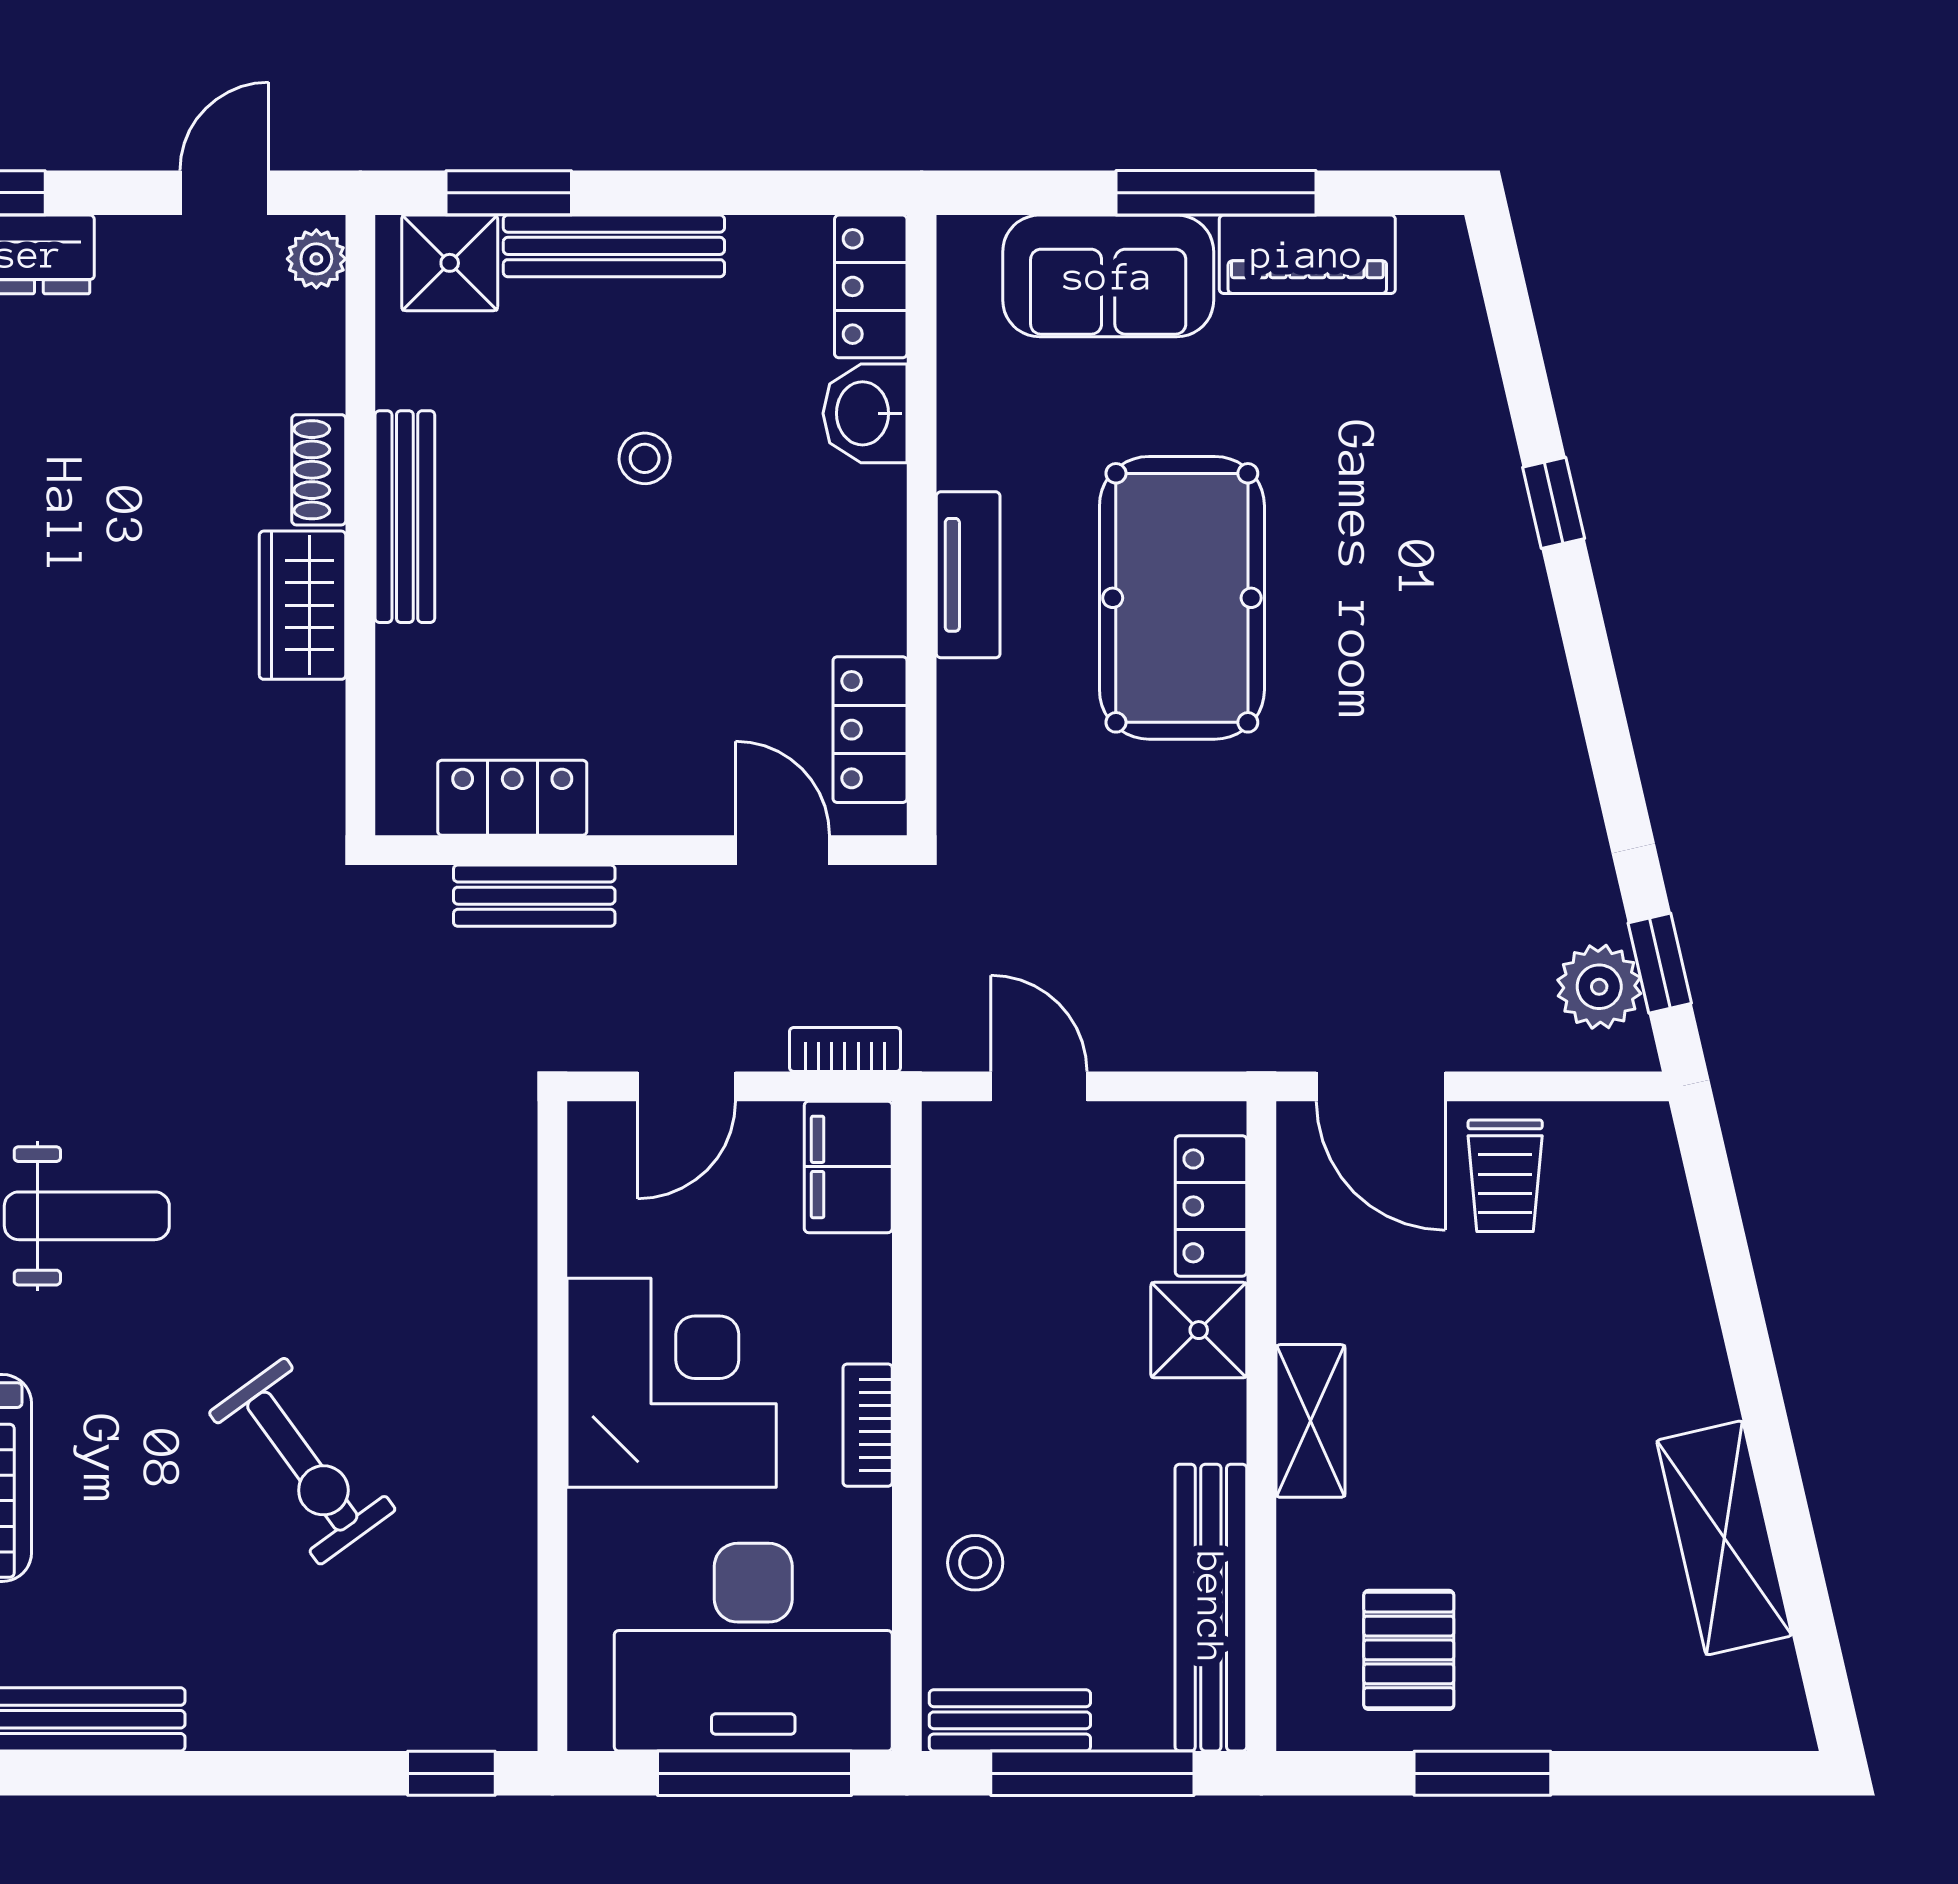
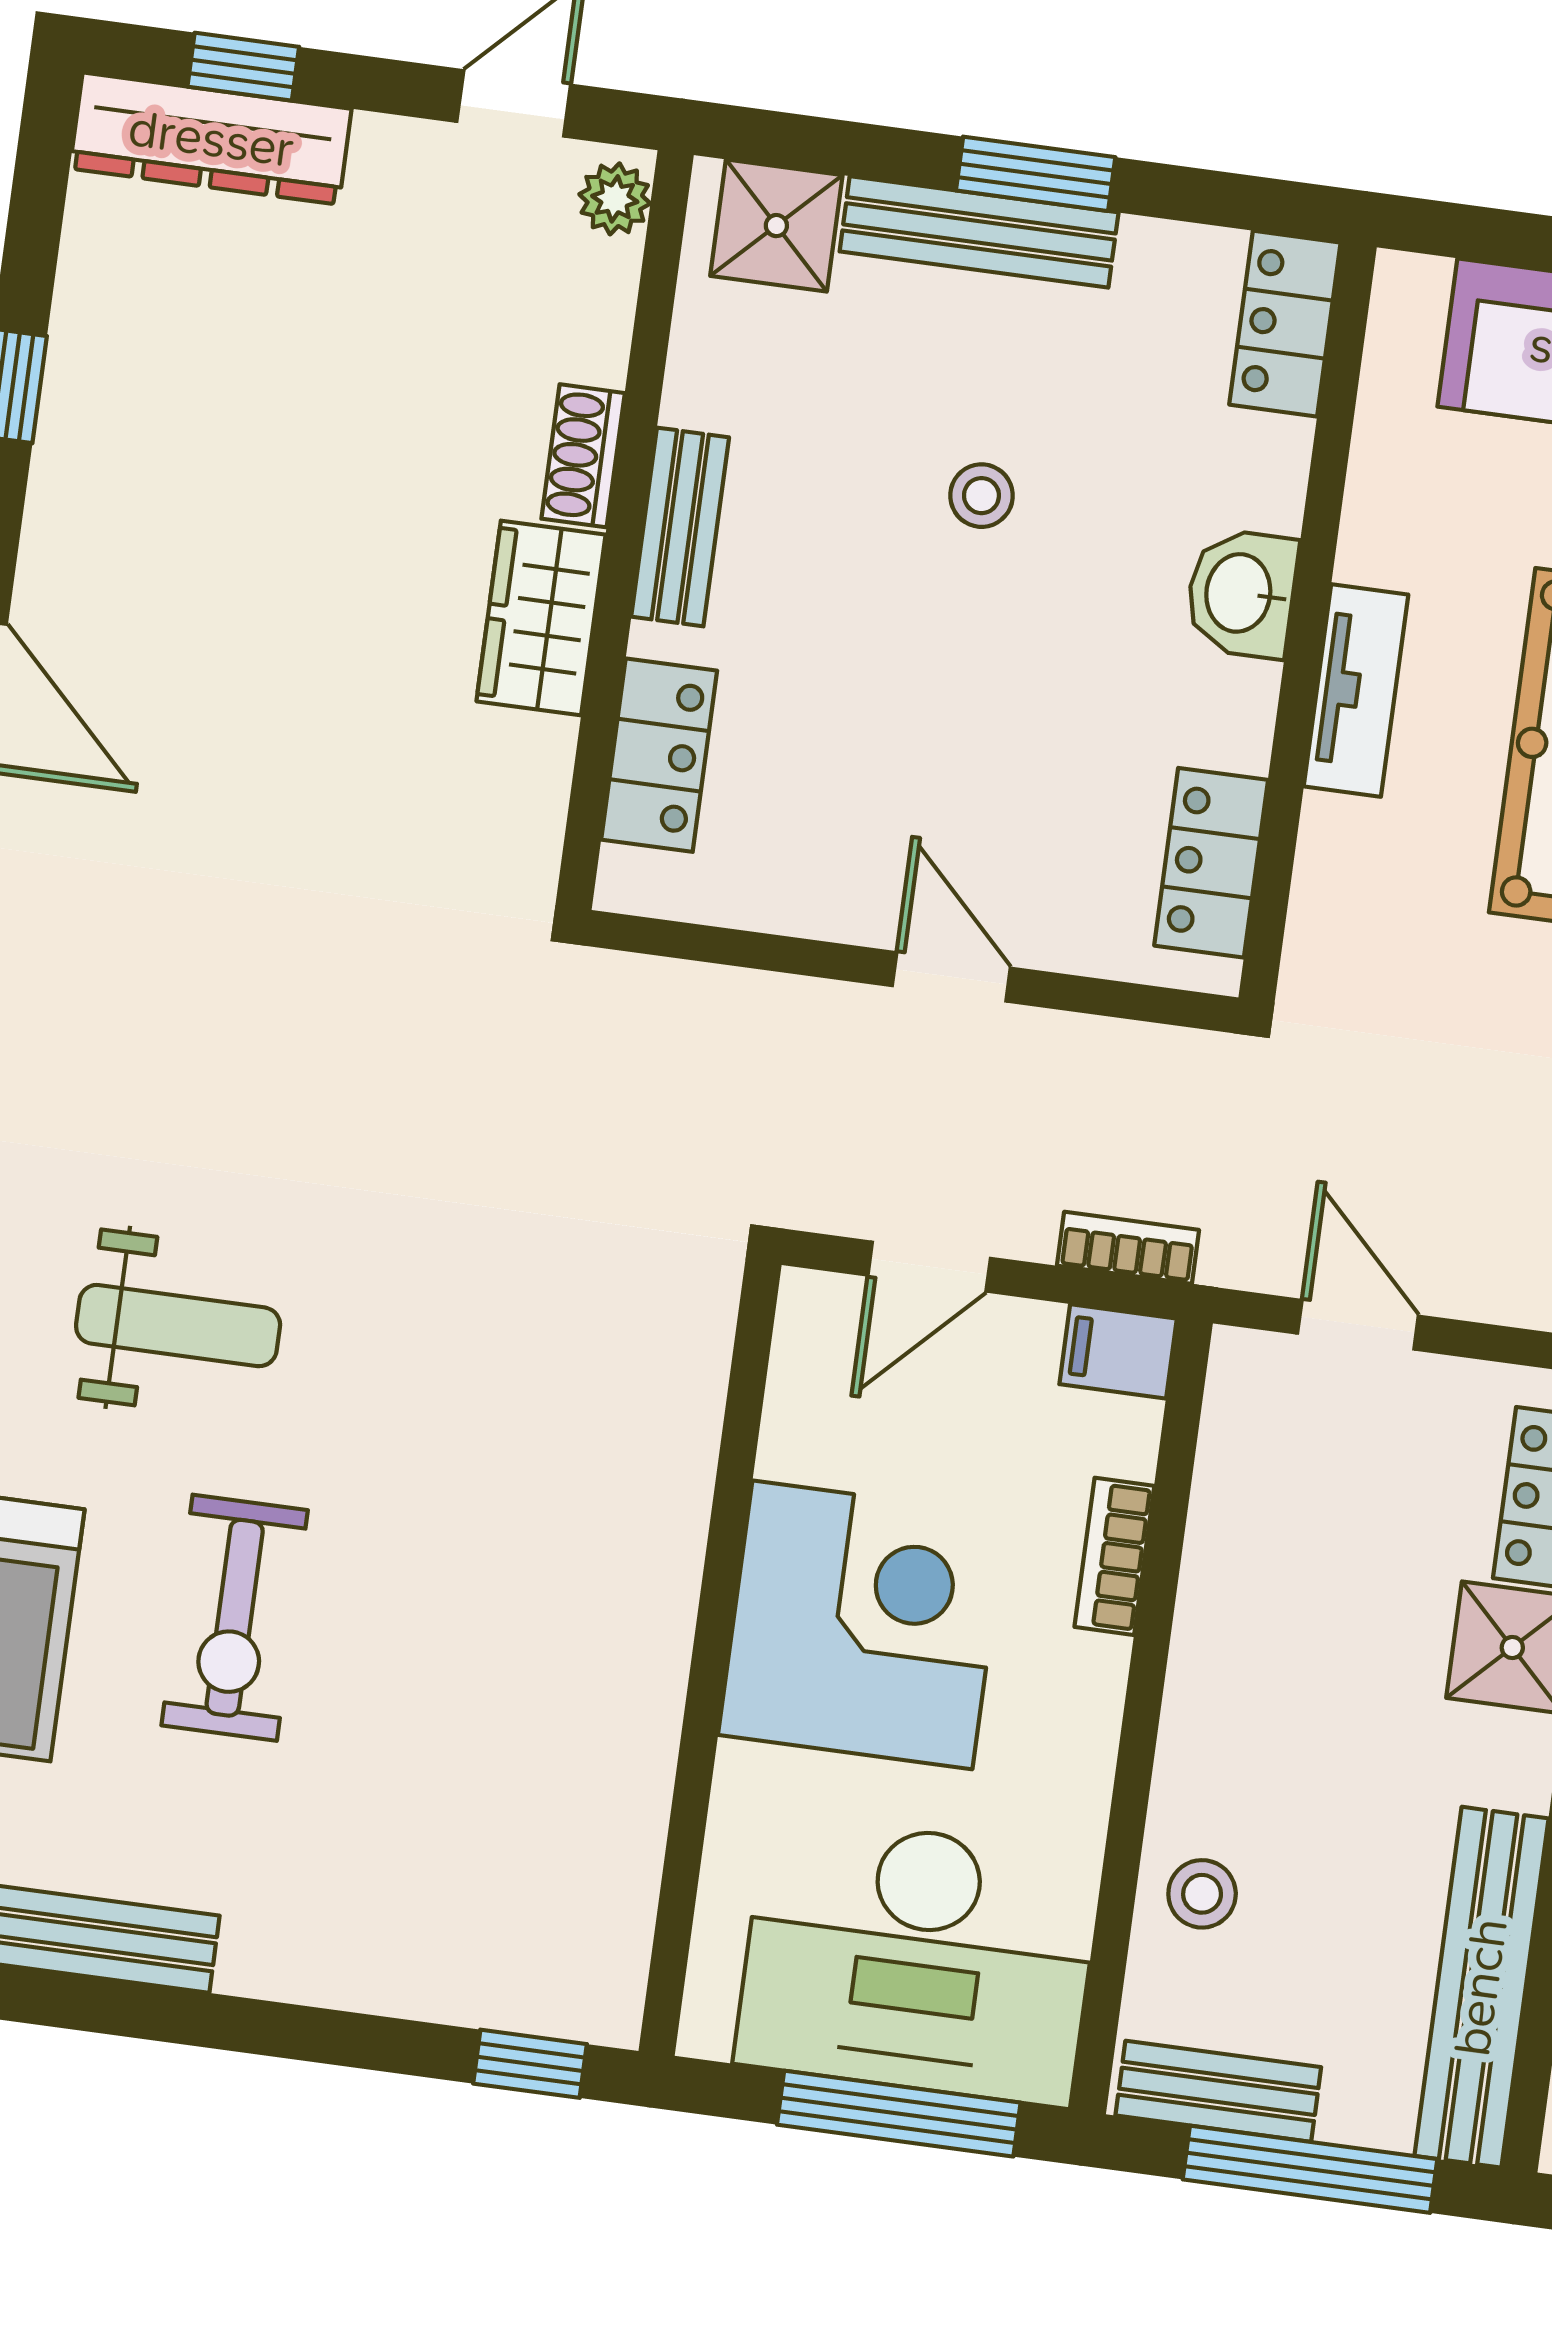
window: (509, 193) -> (1036, 174), moved
washbasin: (865, 413) -> (1241, 593), moved
bench: (405, 517) -> (680, 527), width x0.73
locker: (512, 798) -> (659, 755), moved, turned 90
door: (783, 850) -> (951, 977), moved
bench: (534, 896) -> (775, 1010), removed
filing cabinet: (848, 1167) -> (1118, 1351), width x0.50
bookcase: (868, 1425) -> (1114, 1556), moved
exercise bike: (302, 1461) -> (235, 1618), moved, turned 36

